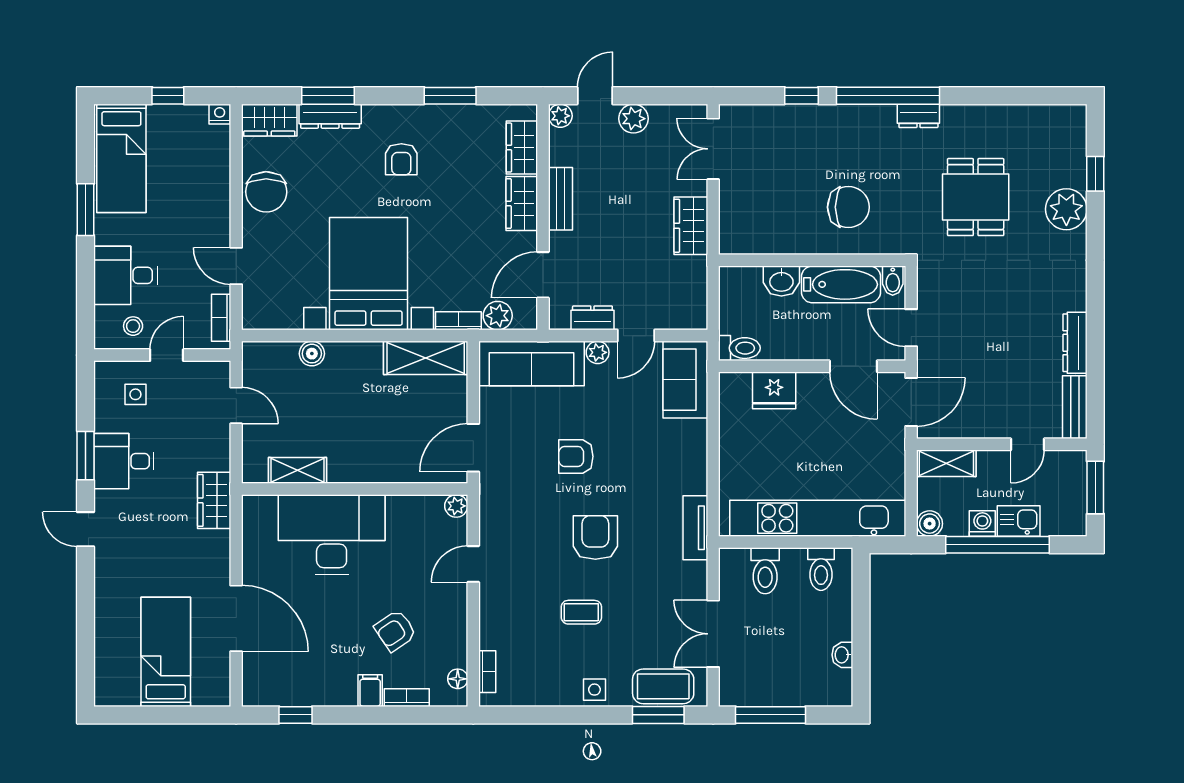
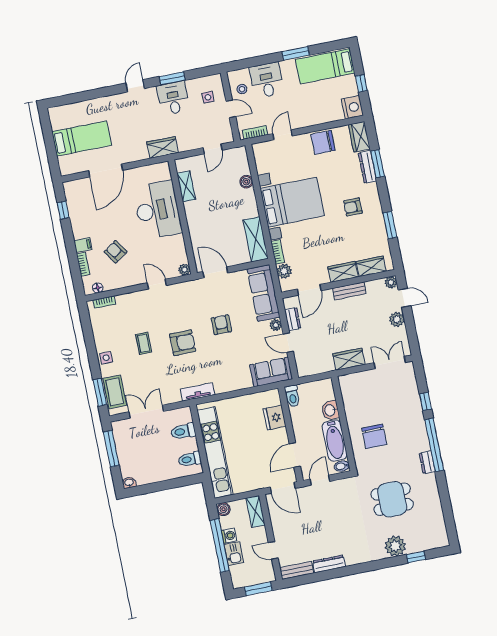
nightstand: (220, 114) -> (352, 107), width x1.89, depth x1.79
door: (543, 275) -> (309, 290), swing flipped
washbasin: (842, 655) -> (129, 483), moved

